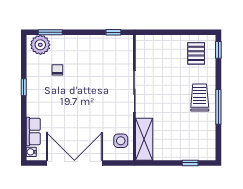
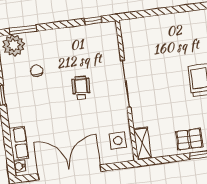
pallet: (196, 53) -> (189, 139), moved, turned 90
wheelchair: (95, 90) -> (81, 88), added
shelving: (144, 139) -> (143, 144), width x0.67, depth x0.75

